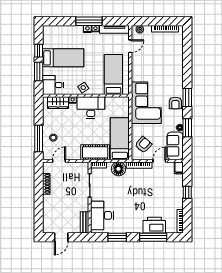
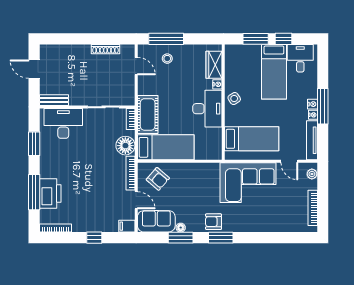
desk: (53, 85) -> (300, 58), moved
corner sofa: (146, 103) -> (248, 183), moved

